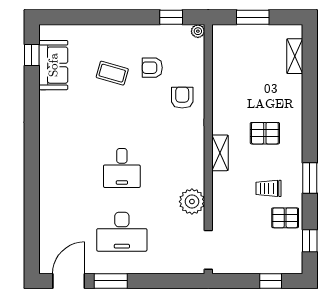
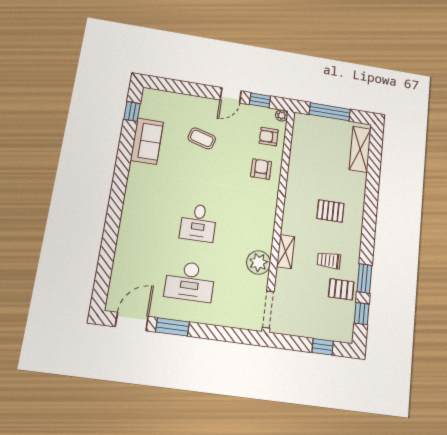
door: (137, 17) -> (231, 95), added
window: (253, 17) -> (330, 112), width x1.44
shelving: (295, 56) -> (360, 149), width x1.50, depth x1.33
sofa: (53, 65) -> (147, 141), moved
armchair: (152, 68) -> (269, 137), moved
shelving: (220, 153) -> (286, 252), moved
window: (310, 178) -> (365, 279), moved

